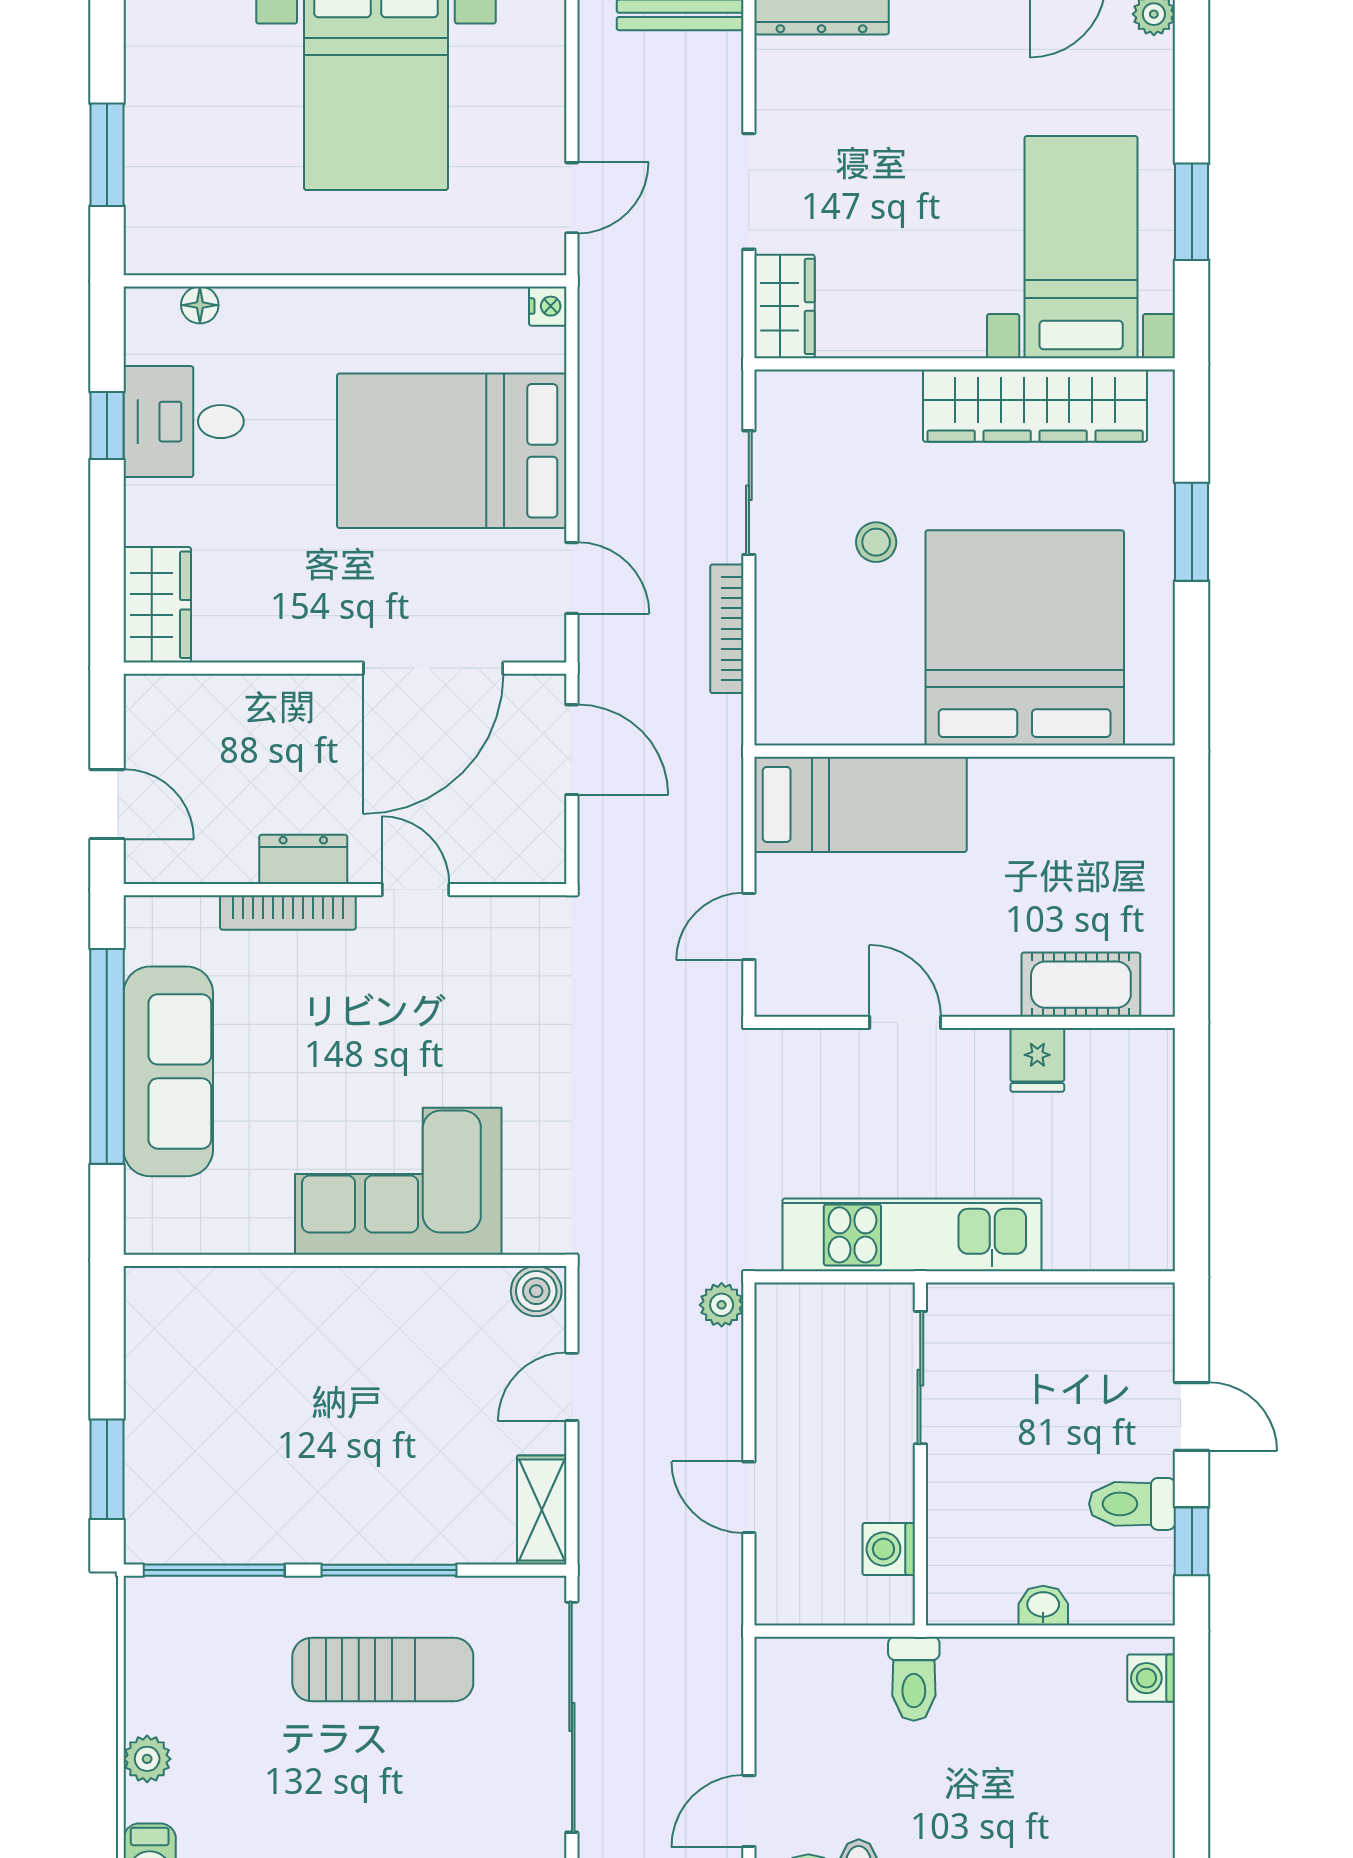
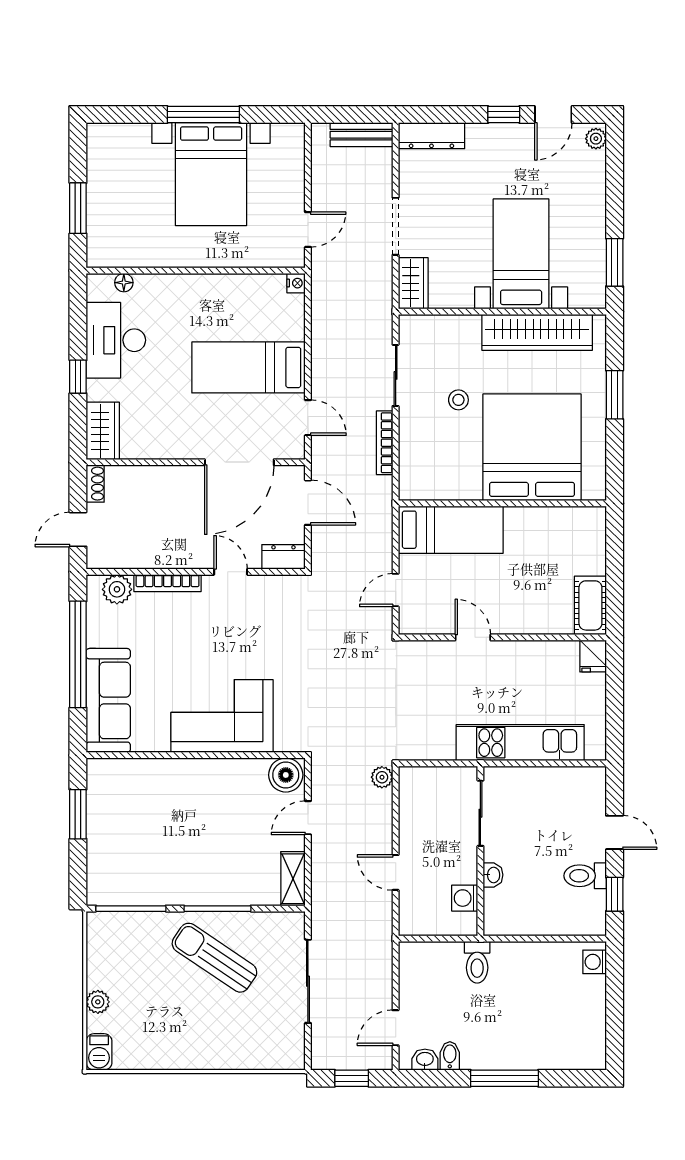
window: (1192, 212) -> (615, 262), moved
bed with nightstands: (1081, 247) -> (521, 254), moved
desk: (184, 422) -> (116, 340), width x1.37
window: (107, 426) -> (78, 377), moved
bed: (452, 451) -> (249, 367), width x0.67
shoe rack: (142, 711) -> (95, 484), added
door: (107, 804) -> (78, 529), swing flipped
dresser: (303, 859) -> (283, 557), moved
plant: (186, 925) -> (117, 589), added
cot: (1081, 985) -> (590, 605), moved, turned 90
fridge: (1037, 1060) -> (593, 656), moved
sofa: (168, 1071) -> (108, 700), moved
kitchen unit: (912, 1235) -> (520, 743), moved
boiler: (536, 1291) -> (286, 775), width x1.36, depth x1.36
window: (107, 1469) -> (78, 814), moved
washbasin: (1043, 1606) -> (493, 875), moved, turned 90
sun lounger: (383, 1670) -> (214, 958), turned -146
sliding door: (572, 1717) -> (308, 981), width x0.73

